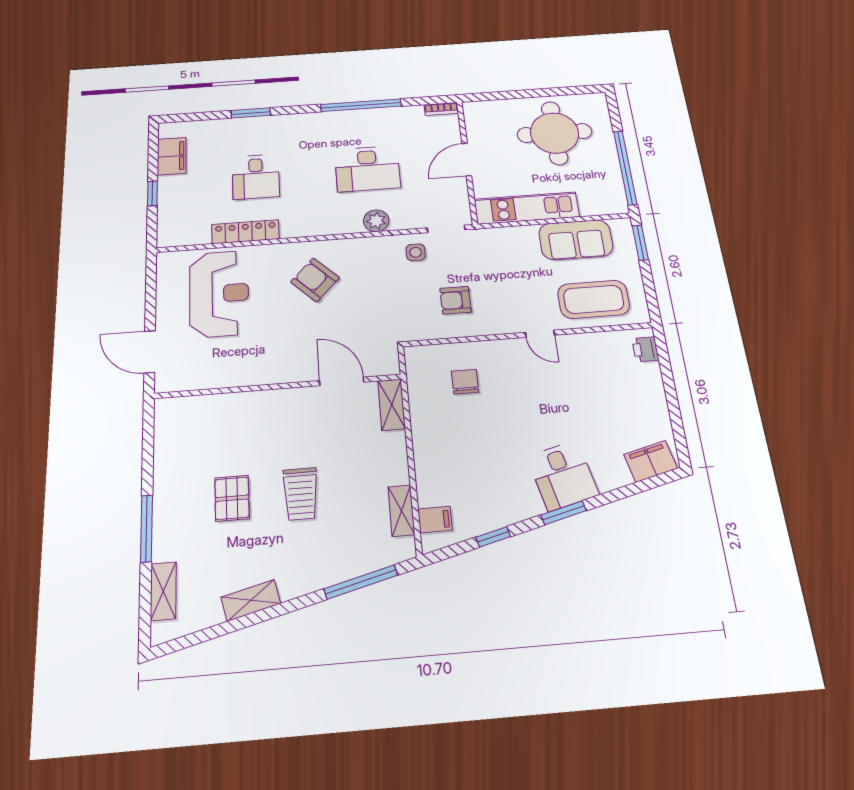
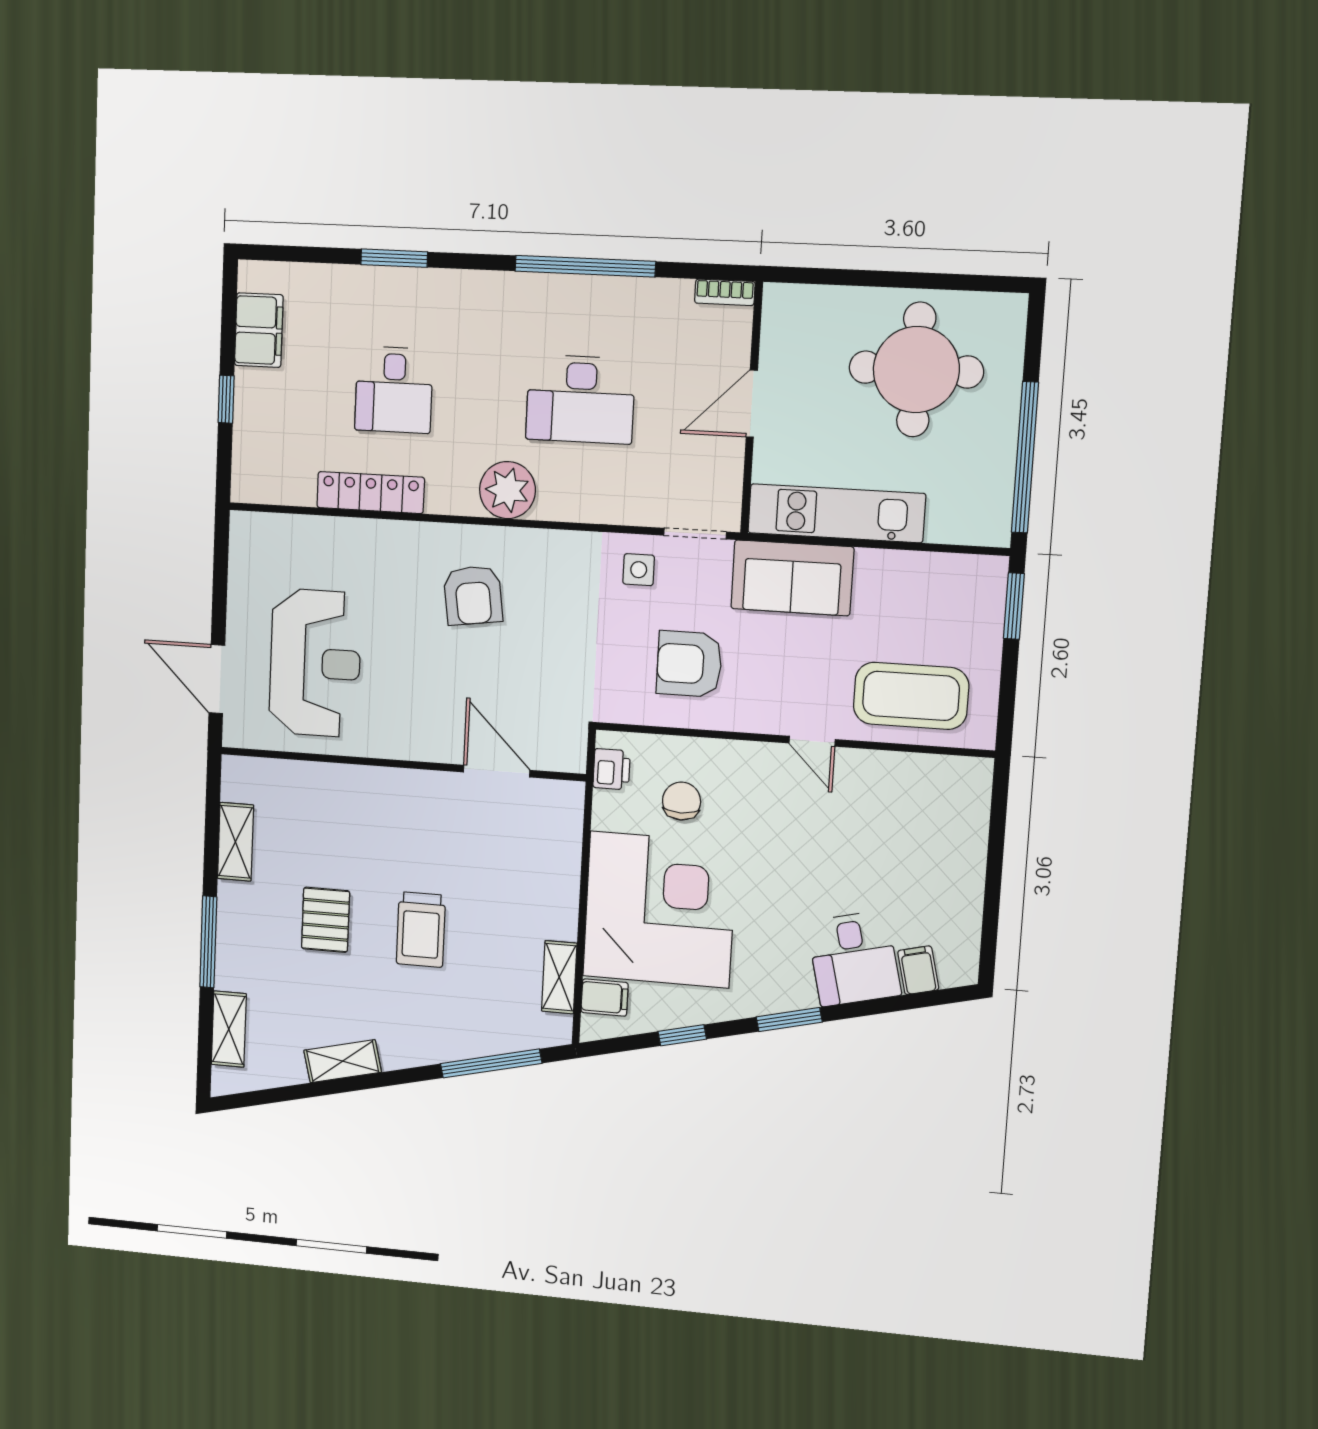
plant: (376, 221) -> (507, 490), moved, width x1.36, depth x1.36
sofa: (576, 240) -> (792, 578), moved
armchair: (315, 280) -> (473, 595), turned -142
reception desk: (219, 294) -> (315, 663), moved
armchair: (456, 300) -> (689, 664), width x1.38, depth x1.38
printer: (645, 349) -> (612, 769), moved, turned 180
shelving: (392, 405) -> (235, 842), moved
corner desk: (463, 453) -> (660, 910), added
filing cabinet: (651, 461) -> (918, 970), width x0.50
desk: (563, 476) -> (854, 958), moved

